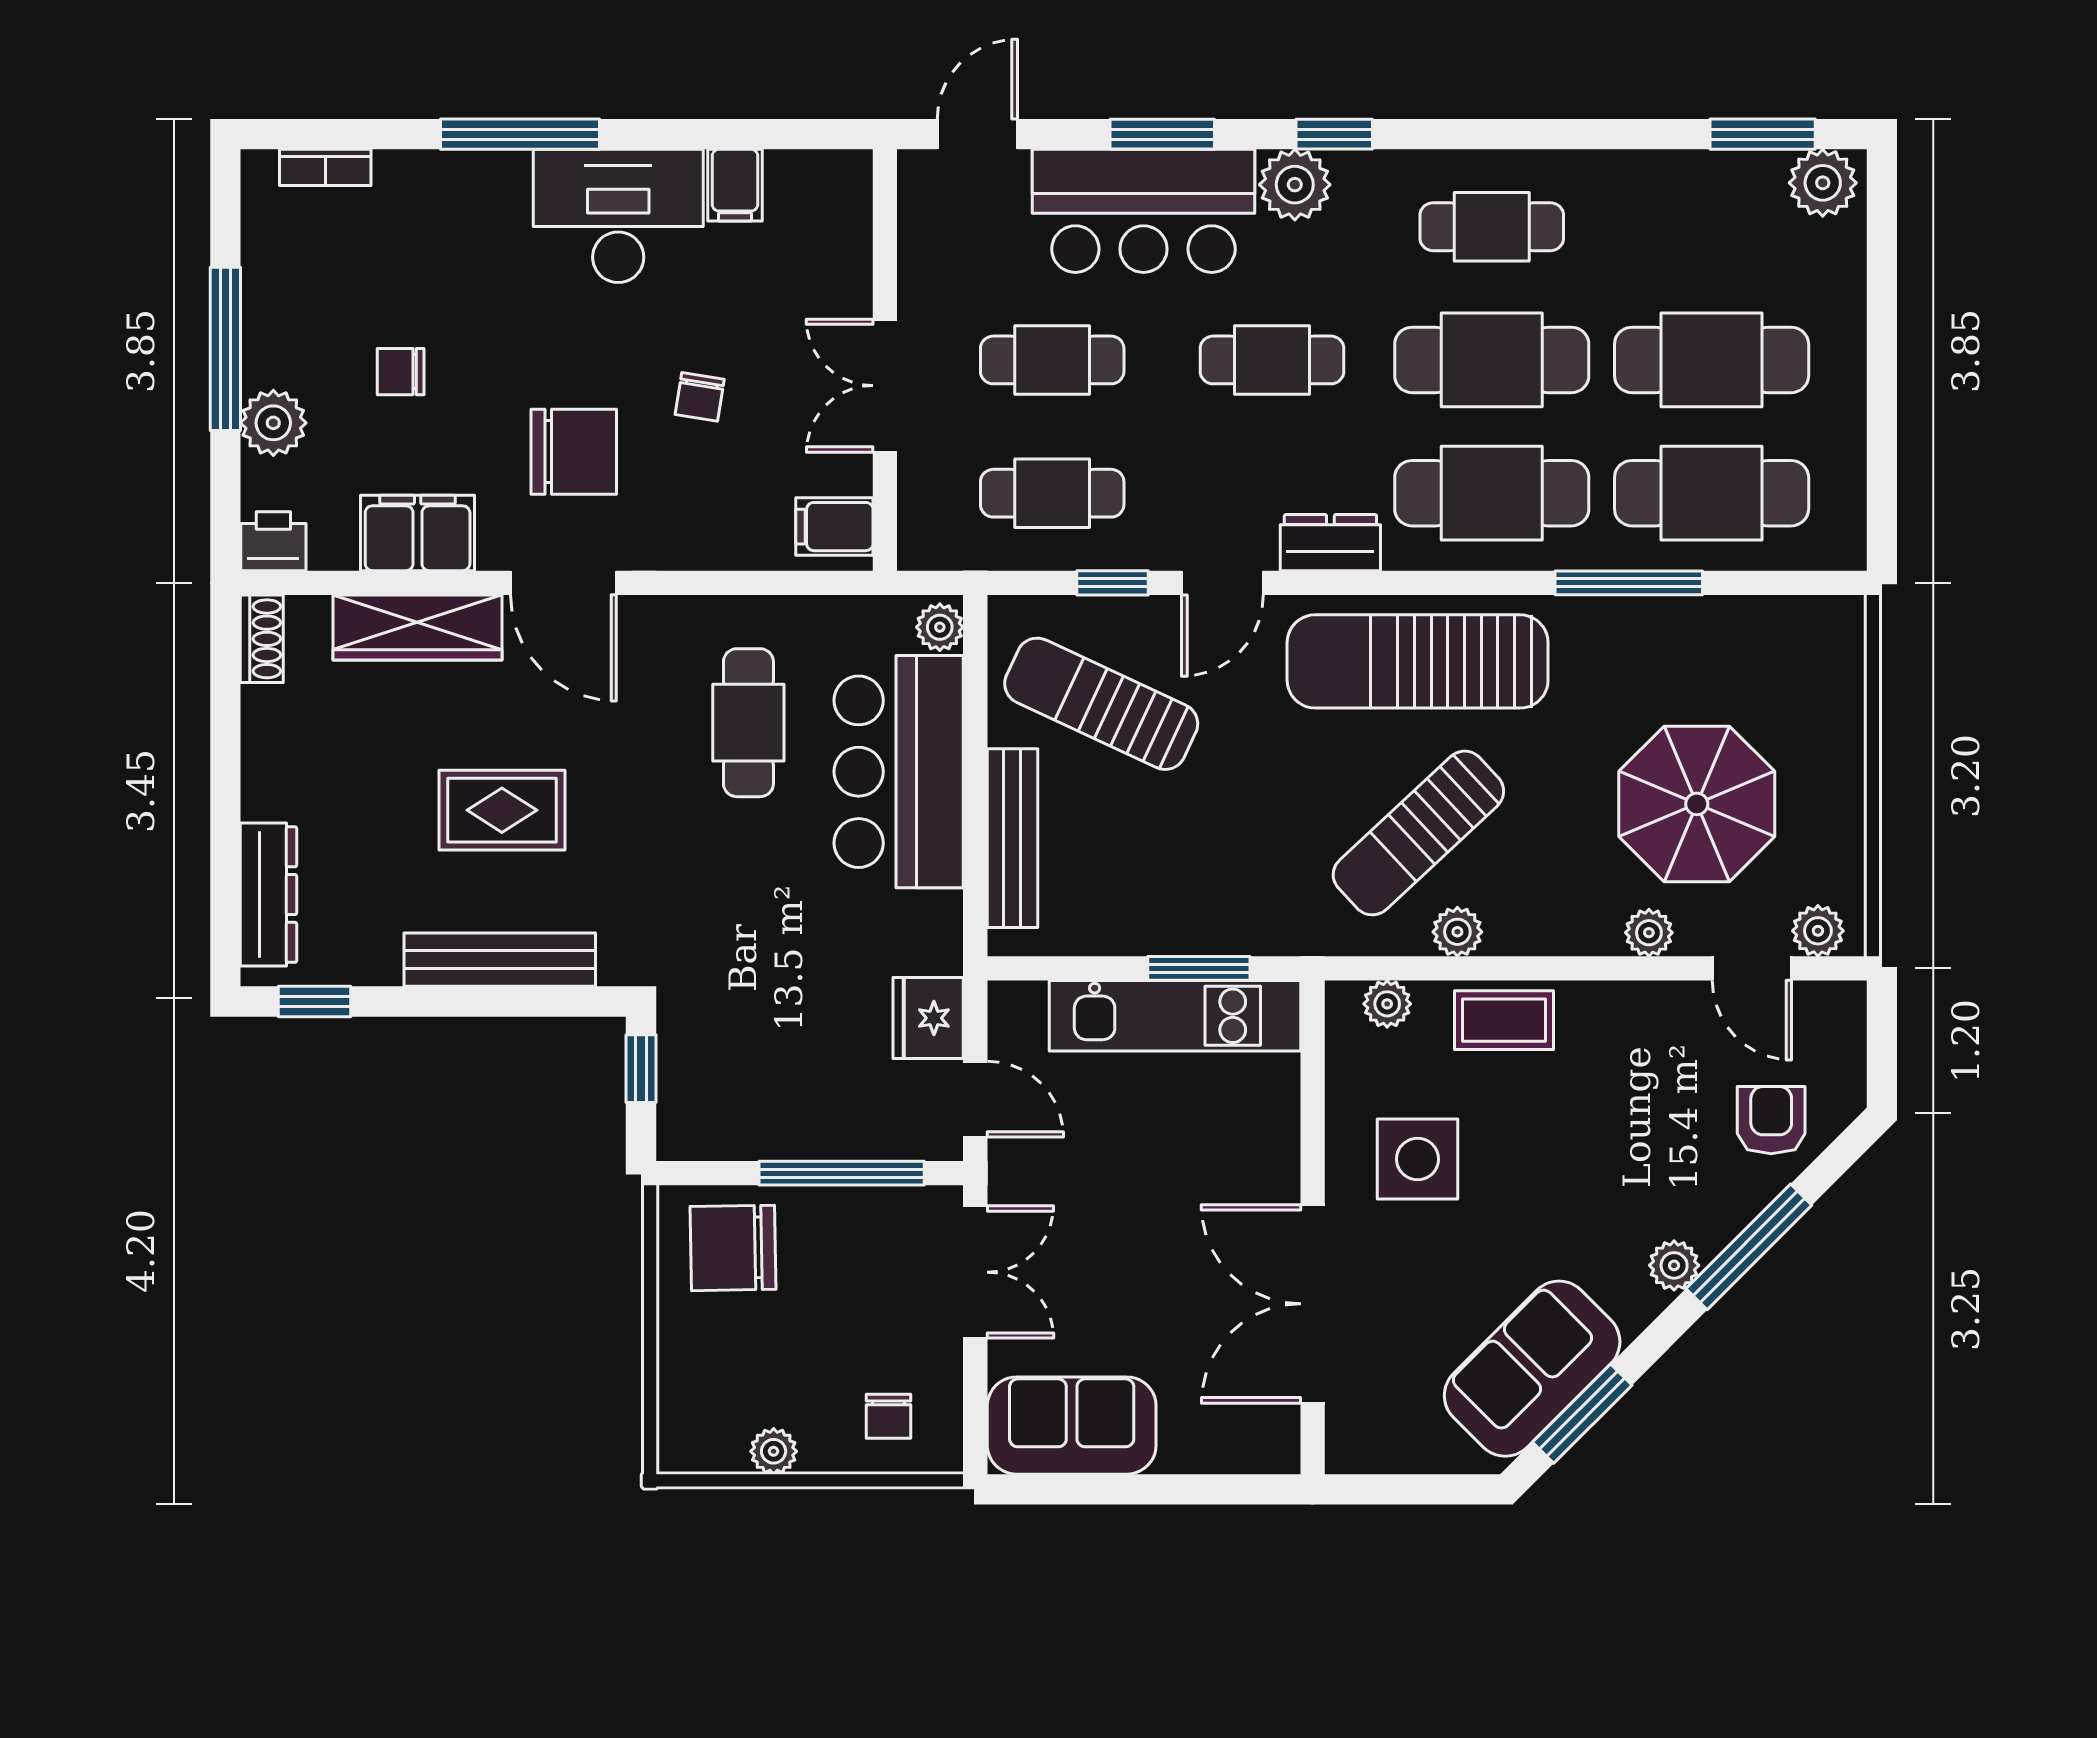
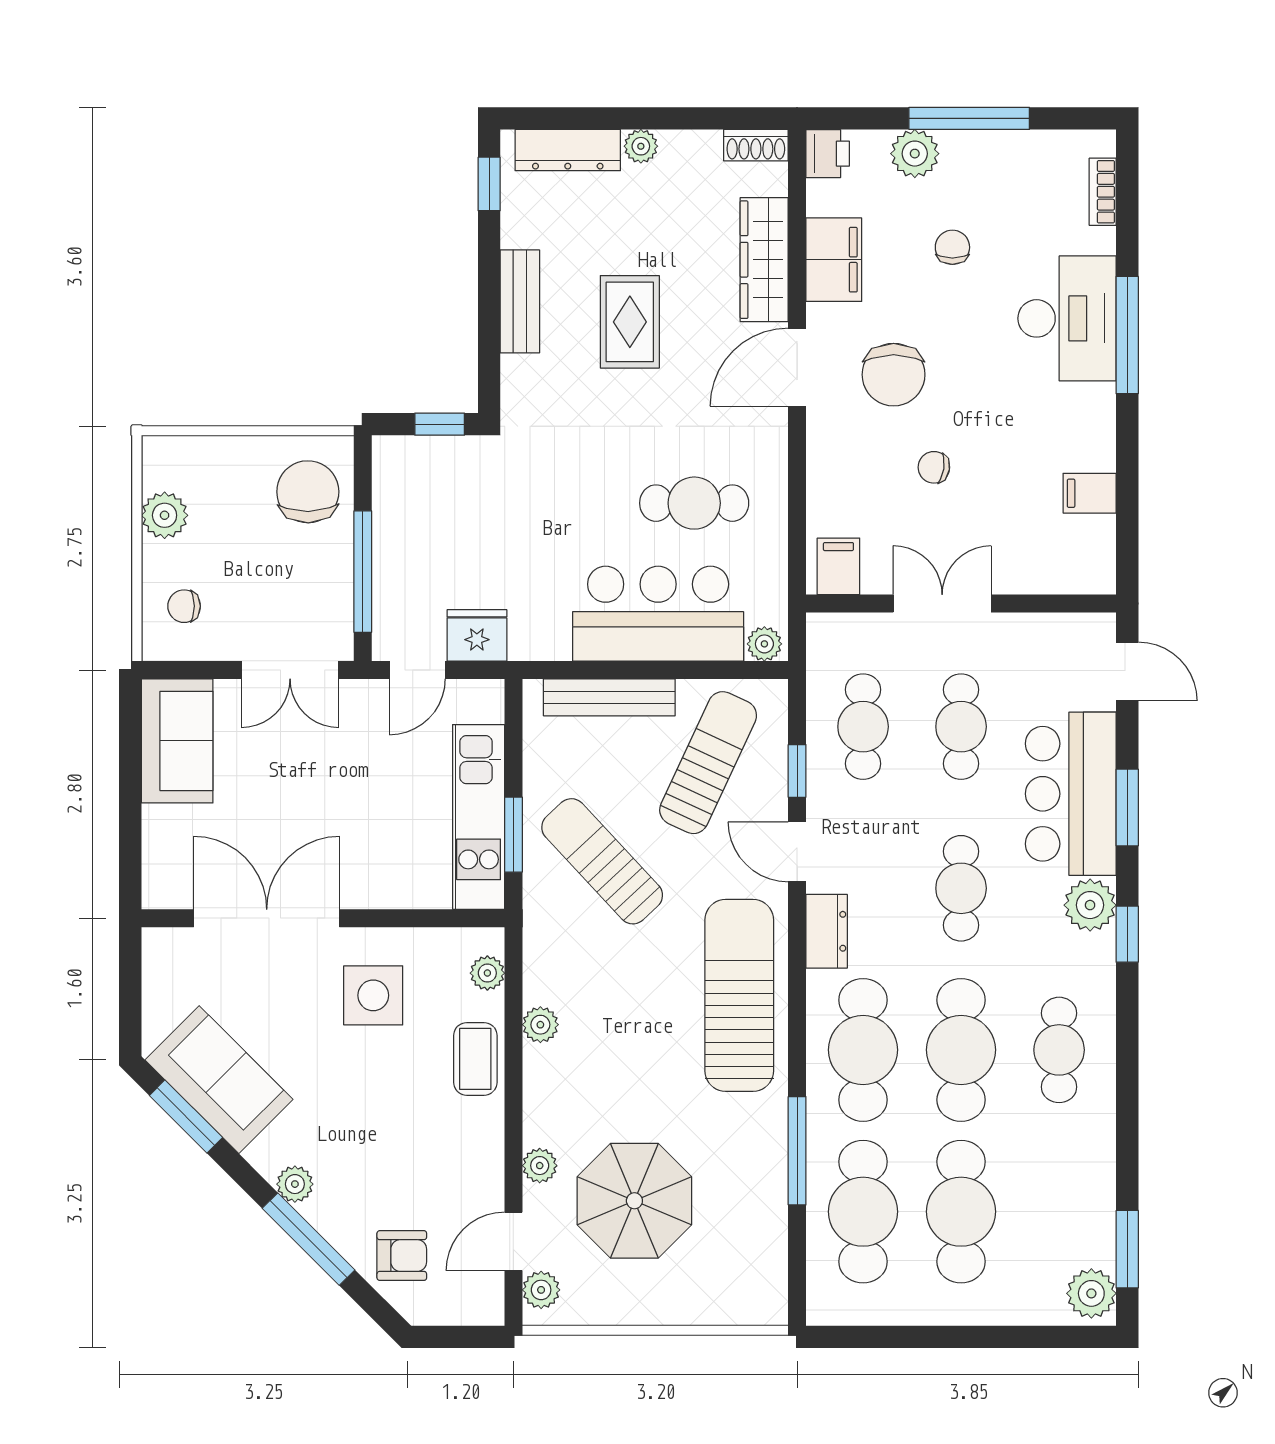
desk: (618, 216) -> (1067, 318), moved
plant: (263, 795) -> (641, 146), added
sun lounger: (1418, 833) -> (602, 861), moved
bench: (500, 960) -> (520, 301), width x0.73
plant: (774, 1451) -> (165, 515), width x1.38, depth x1.38

